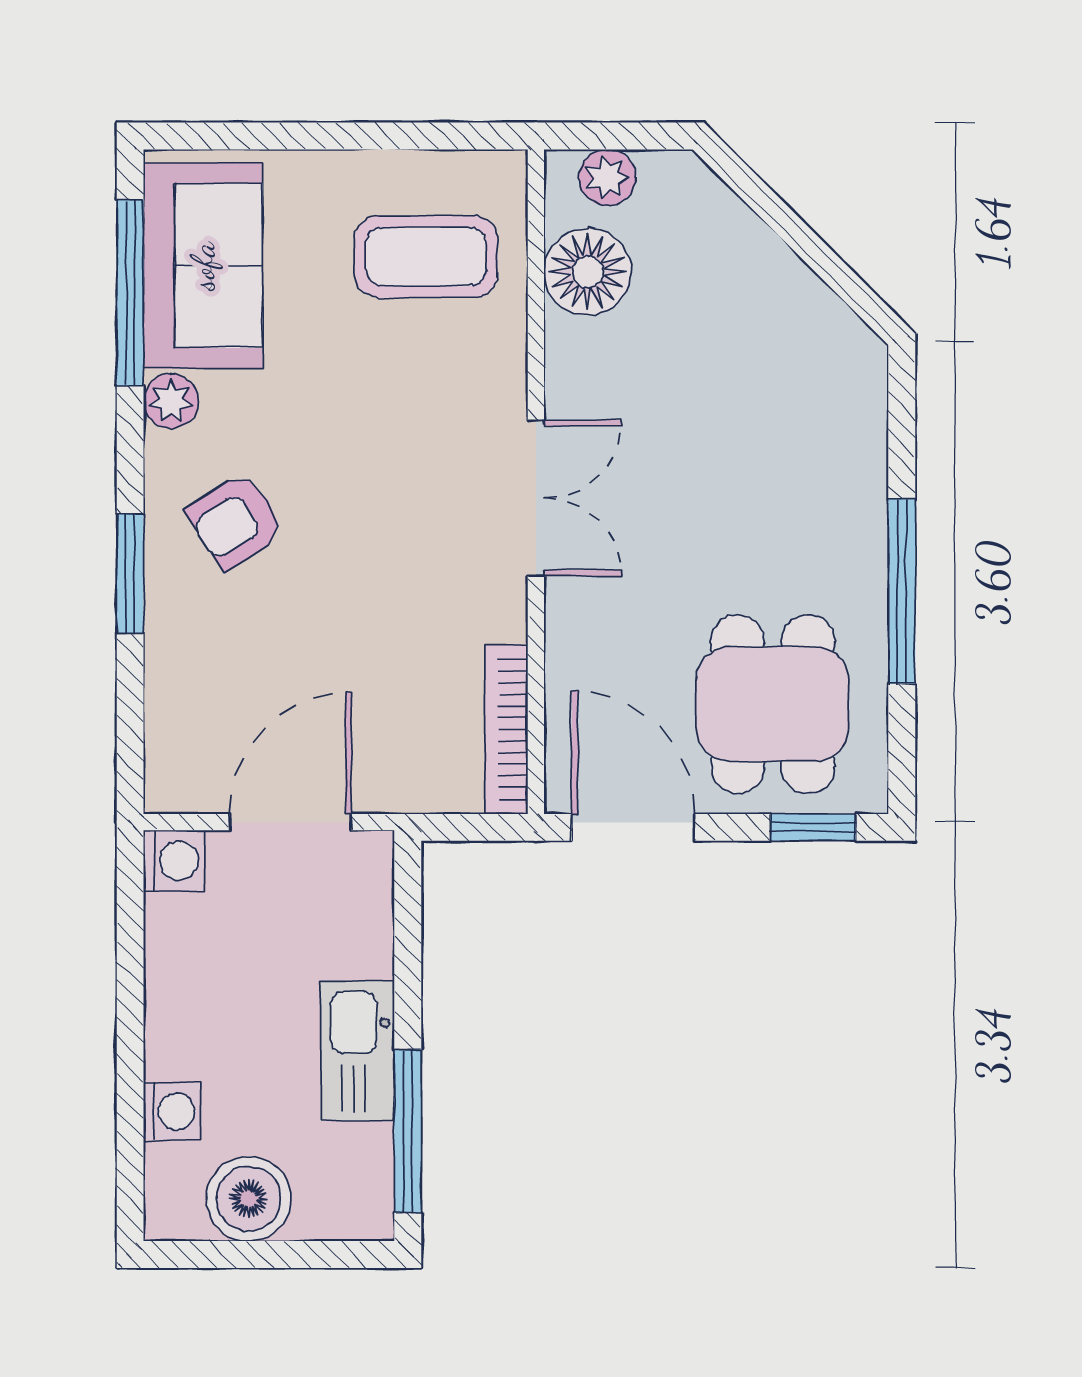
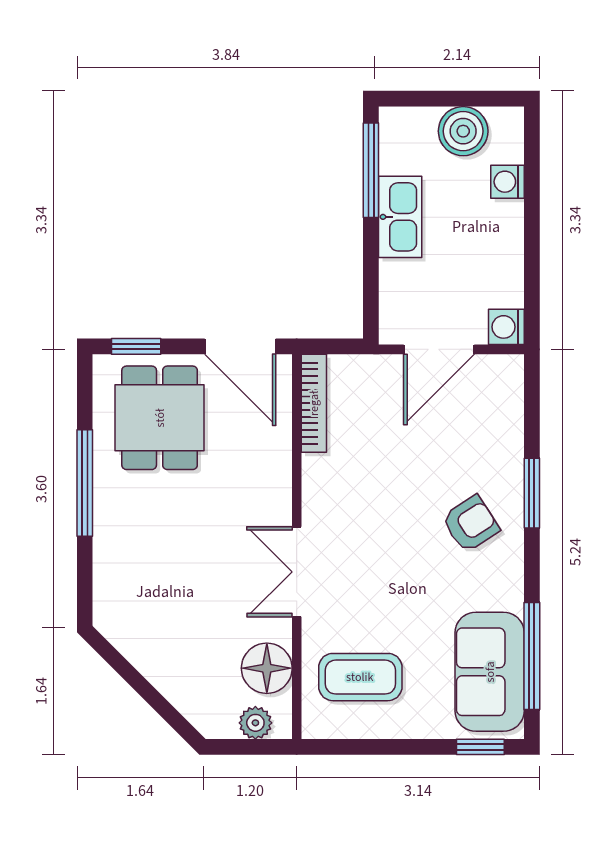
window: (219, 136) -> (480, 747), added
plant: (171, 401) -> (508, 593), removed
double door: (536, 498) -> (297, 572), moved

